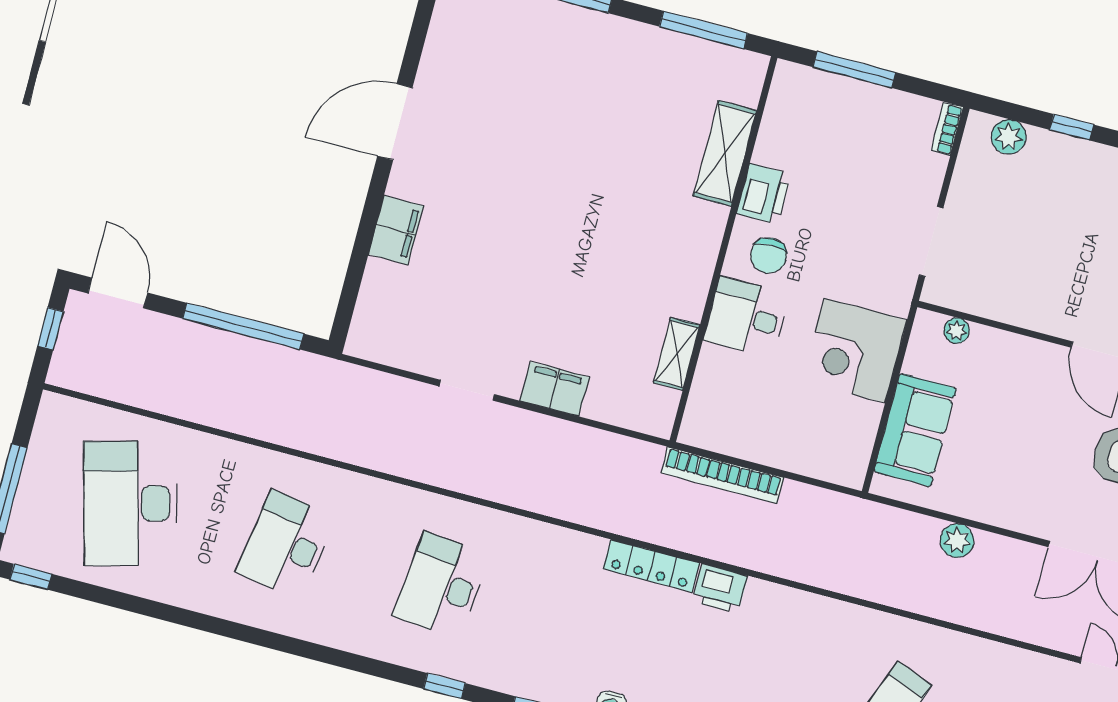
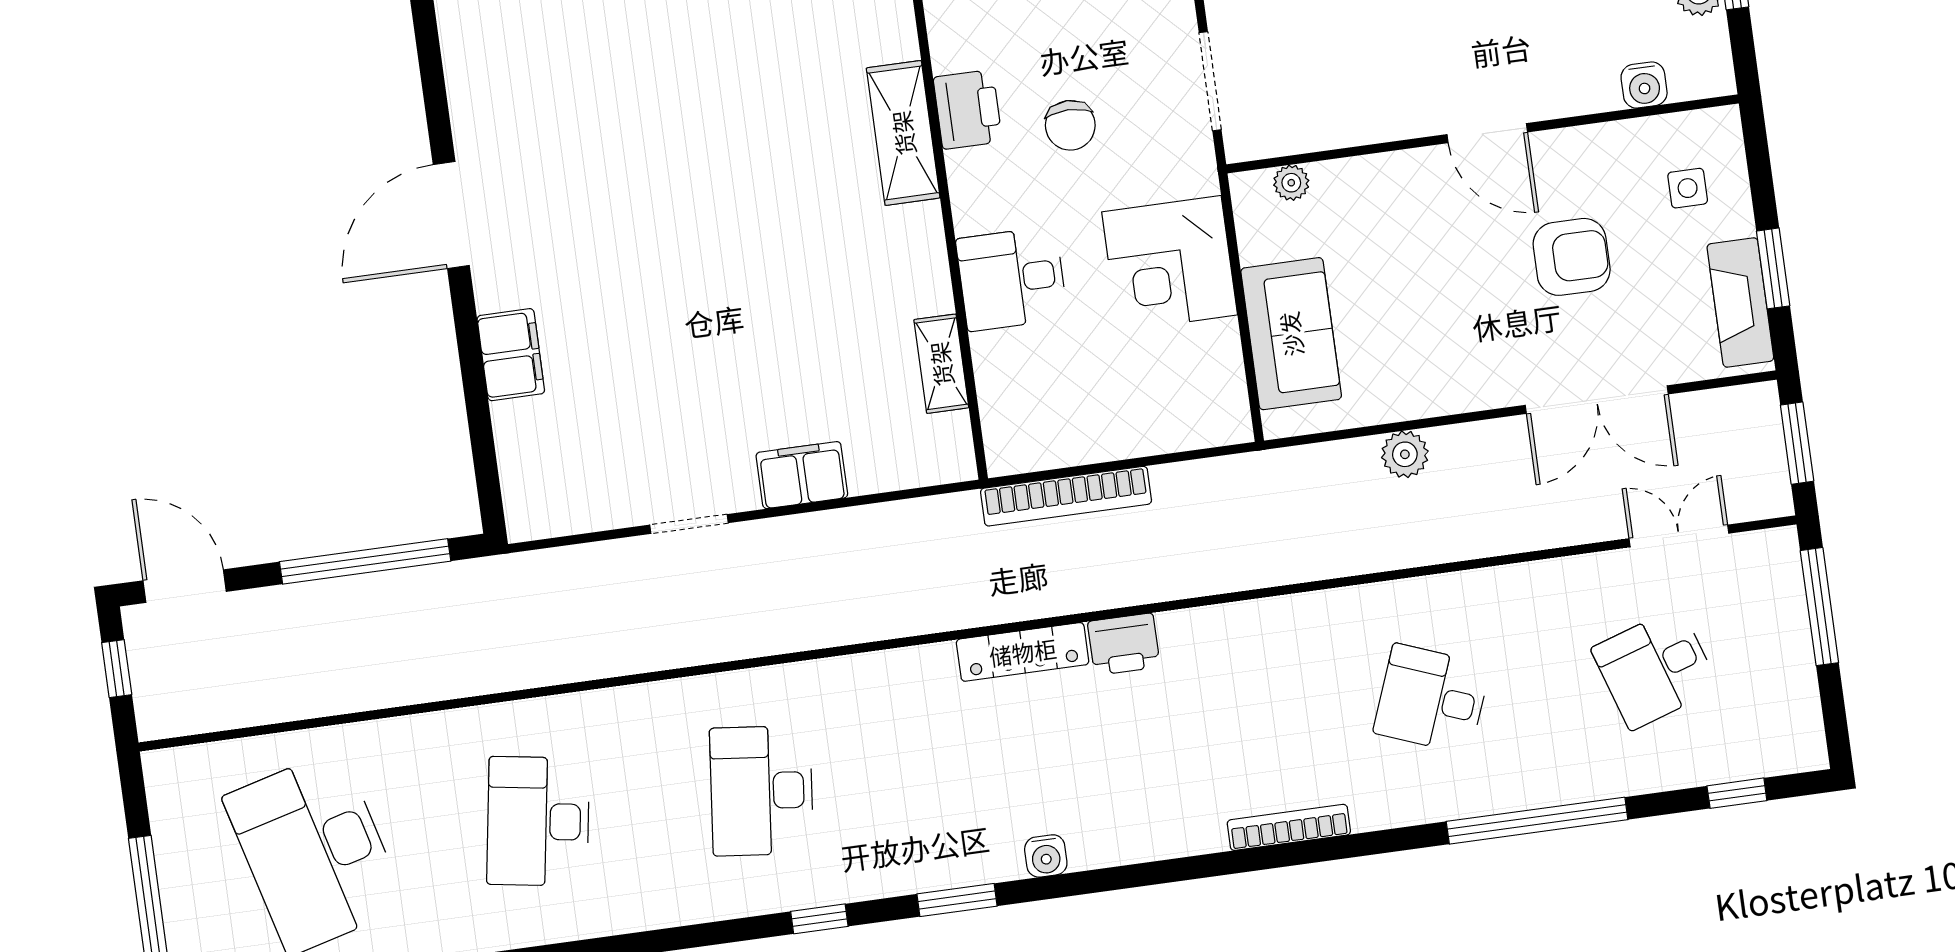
shelving: (725, 153) -> (903, 133), moved
chair: (769, 256) -> (1070, 125), moved

